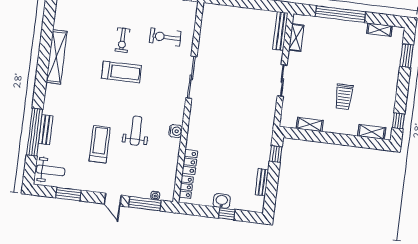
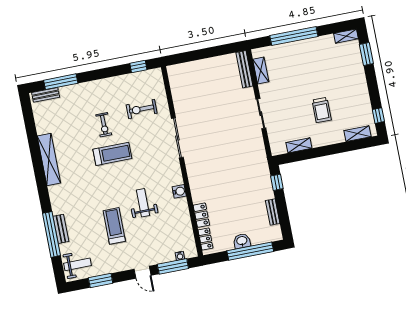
shelving: (379, 30) -> (346, 36), moved
window: (227, 214) -> (250, 251), width x3.17

